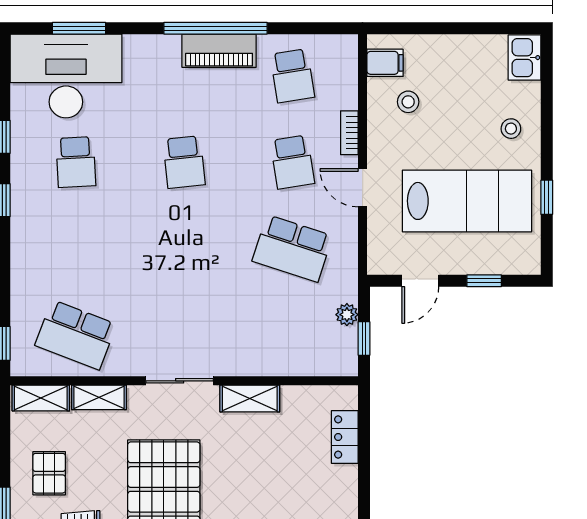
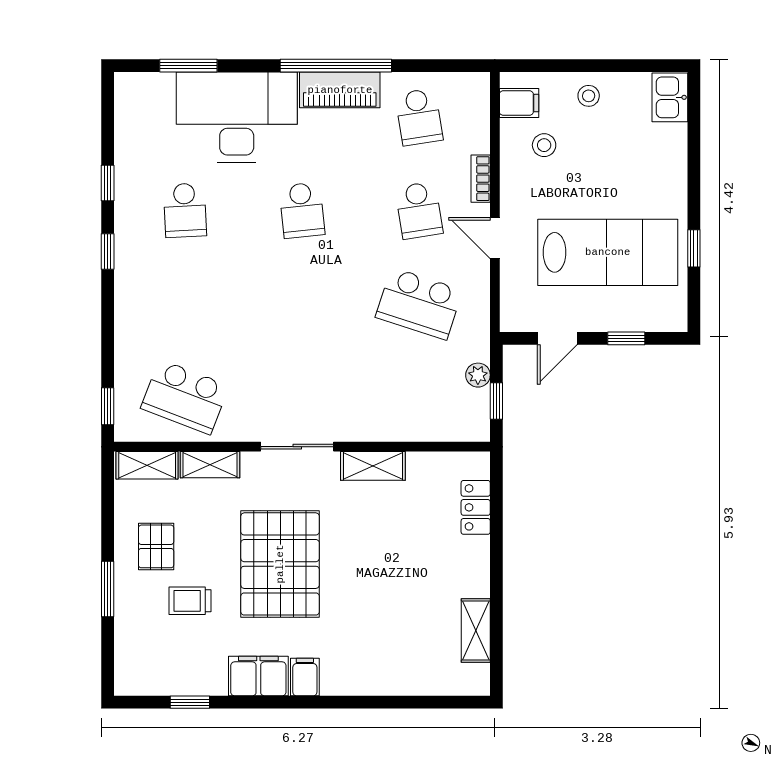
desk: (66, 76) -> (237, 117), moved
stool: (511, 129) -> (589, 96), moved

